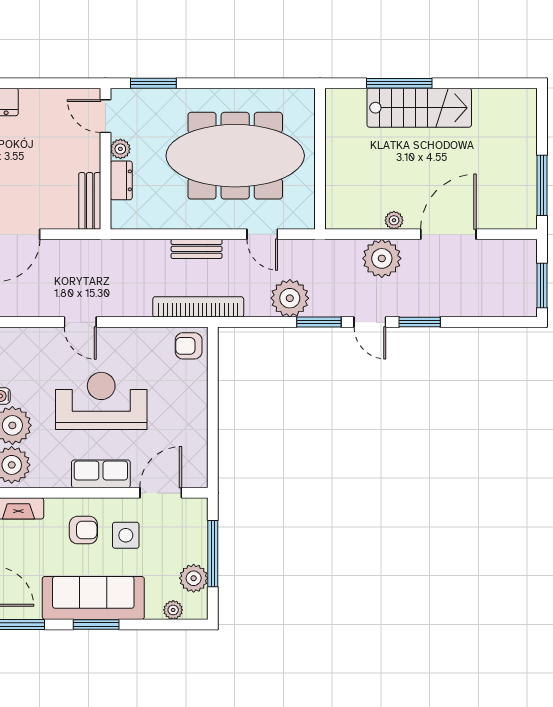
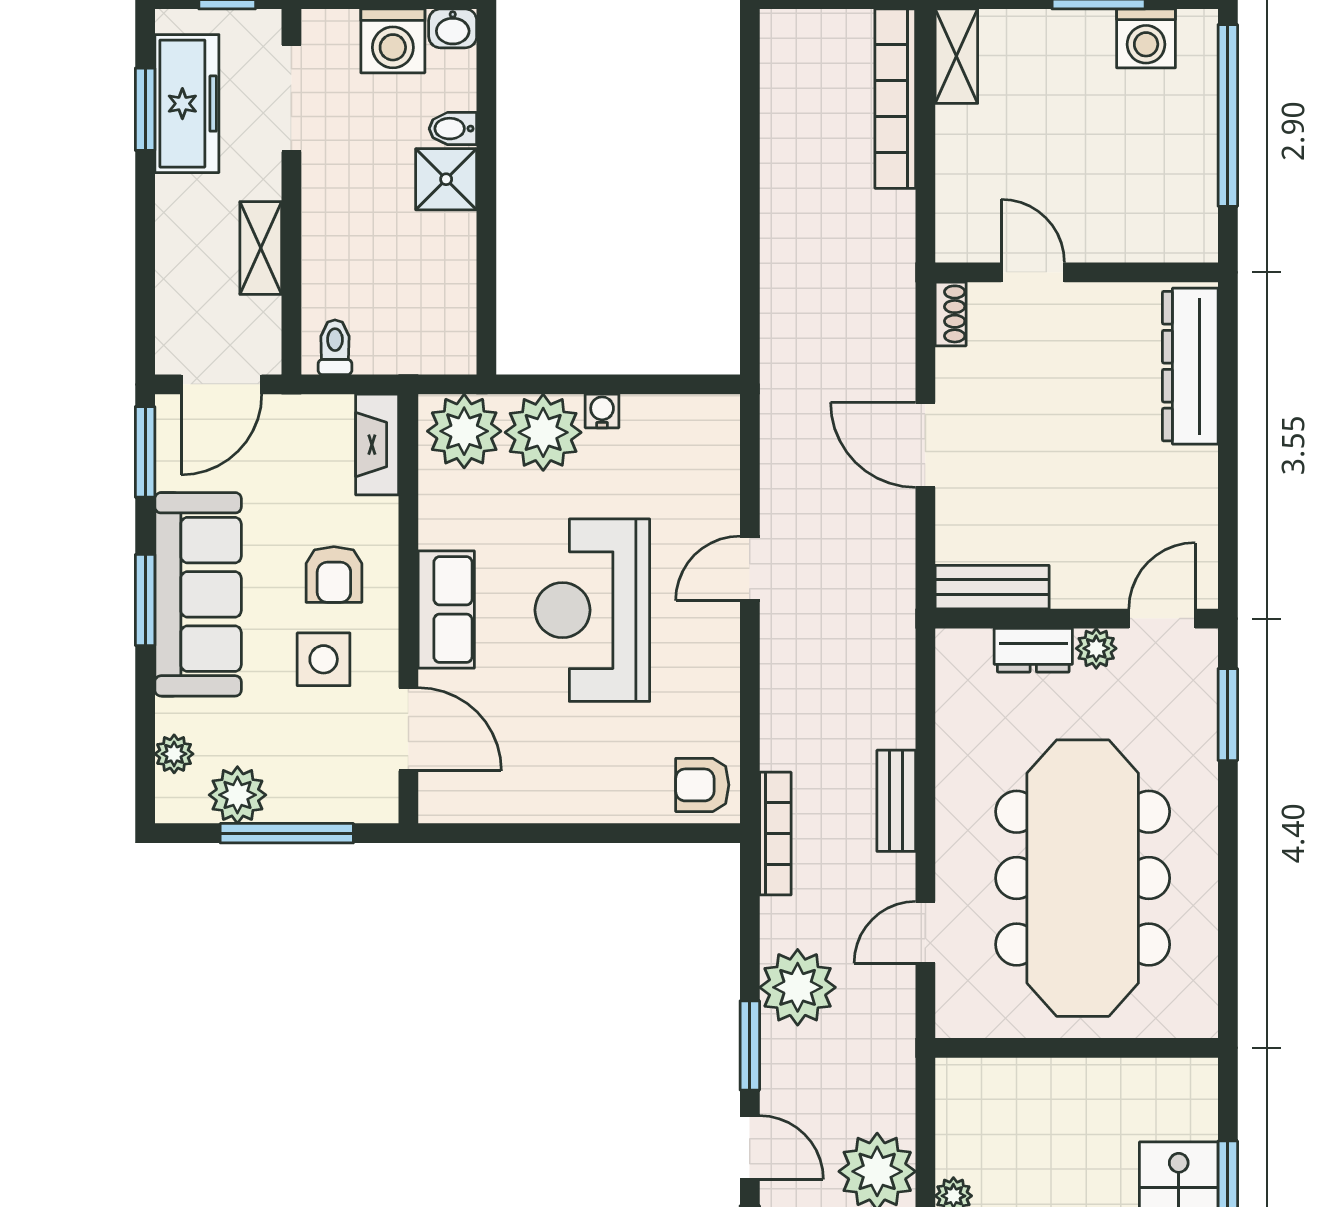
bookcase: (198, 307) -> (775, 834), width x0.68, depth x0.76
door: (370, 322) -> (750, 1148), swing flipped
armchair: (189, 346) -> (702, 785), turned -90
reception desk: (101, 401) -> (592, 610), turned 180

